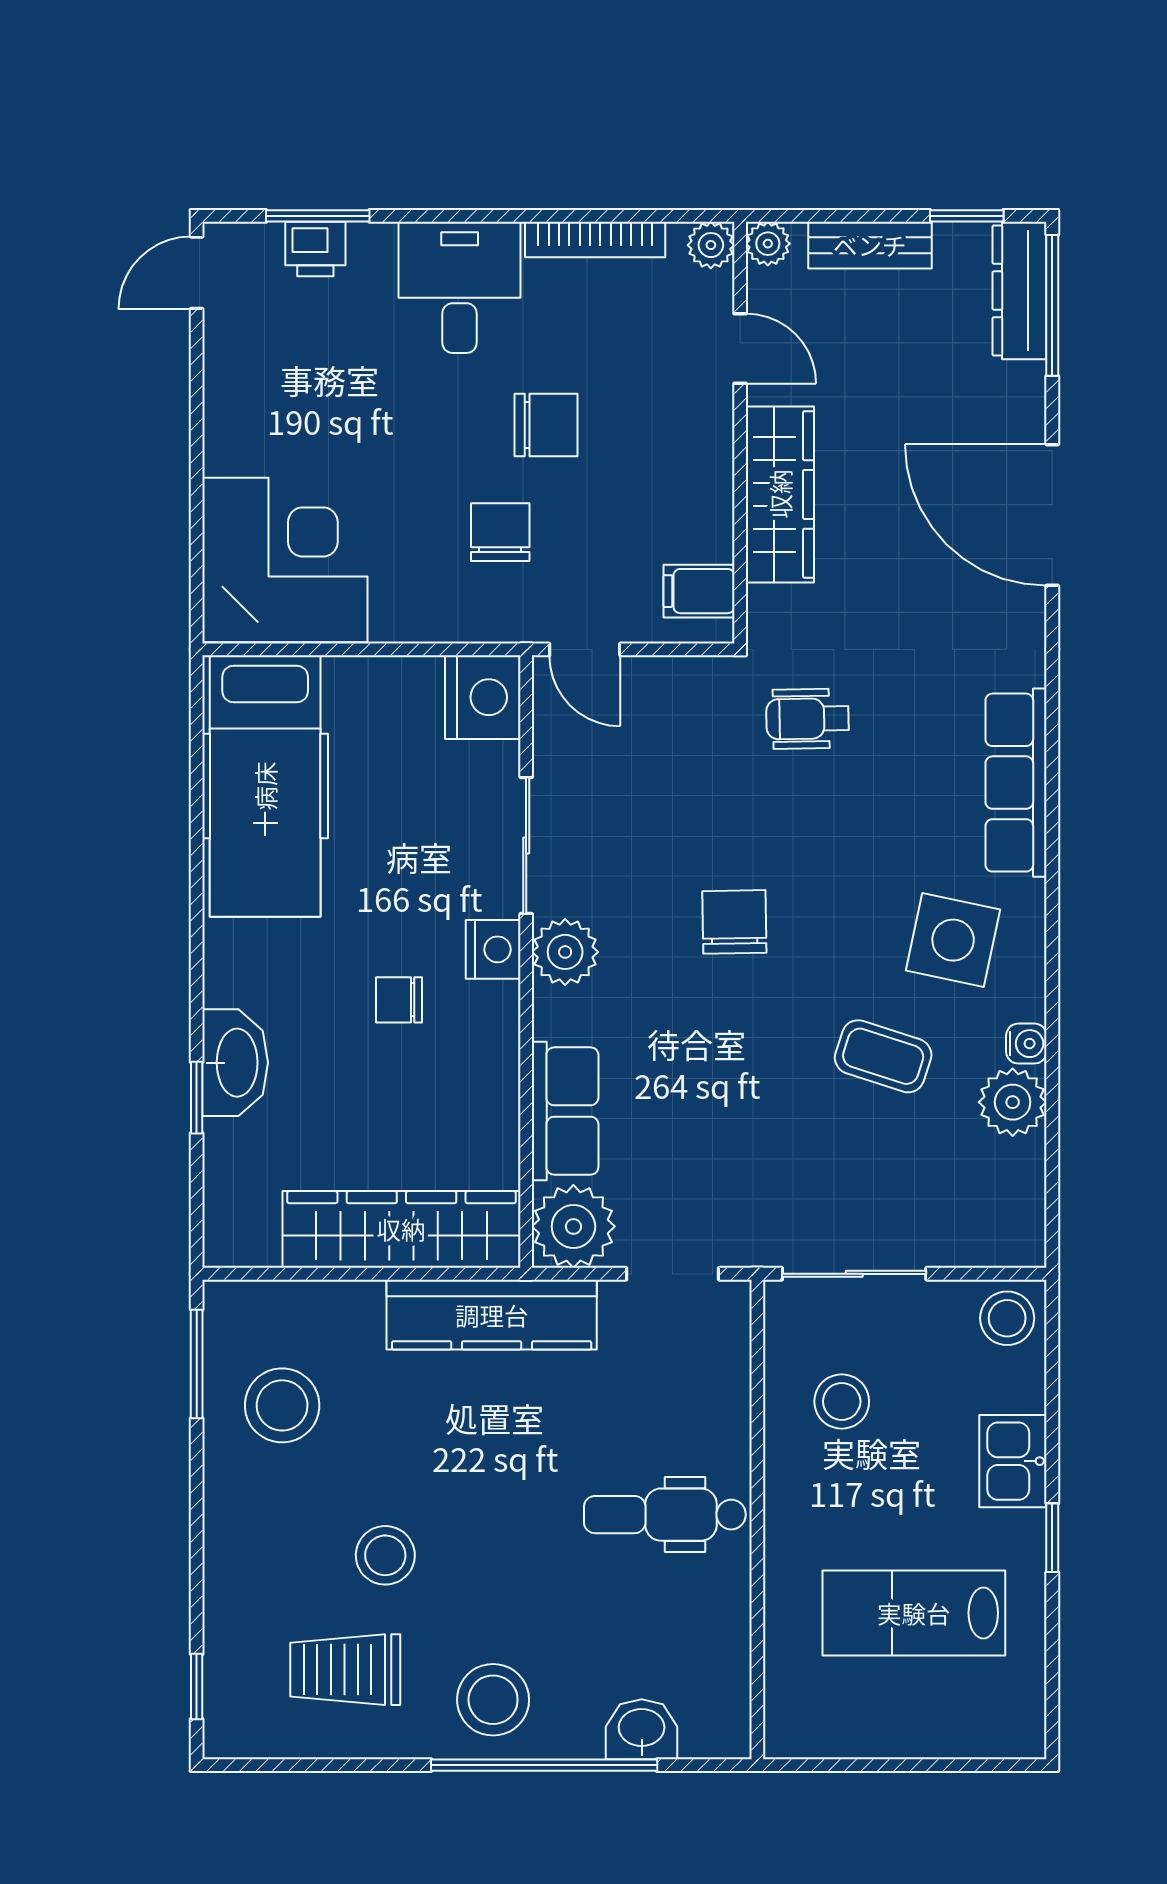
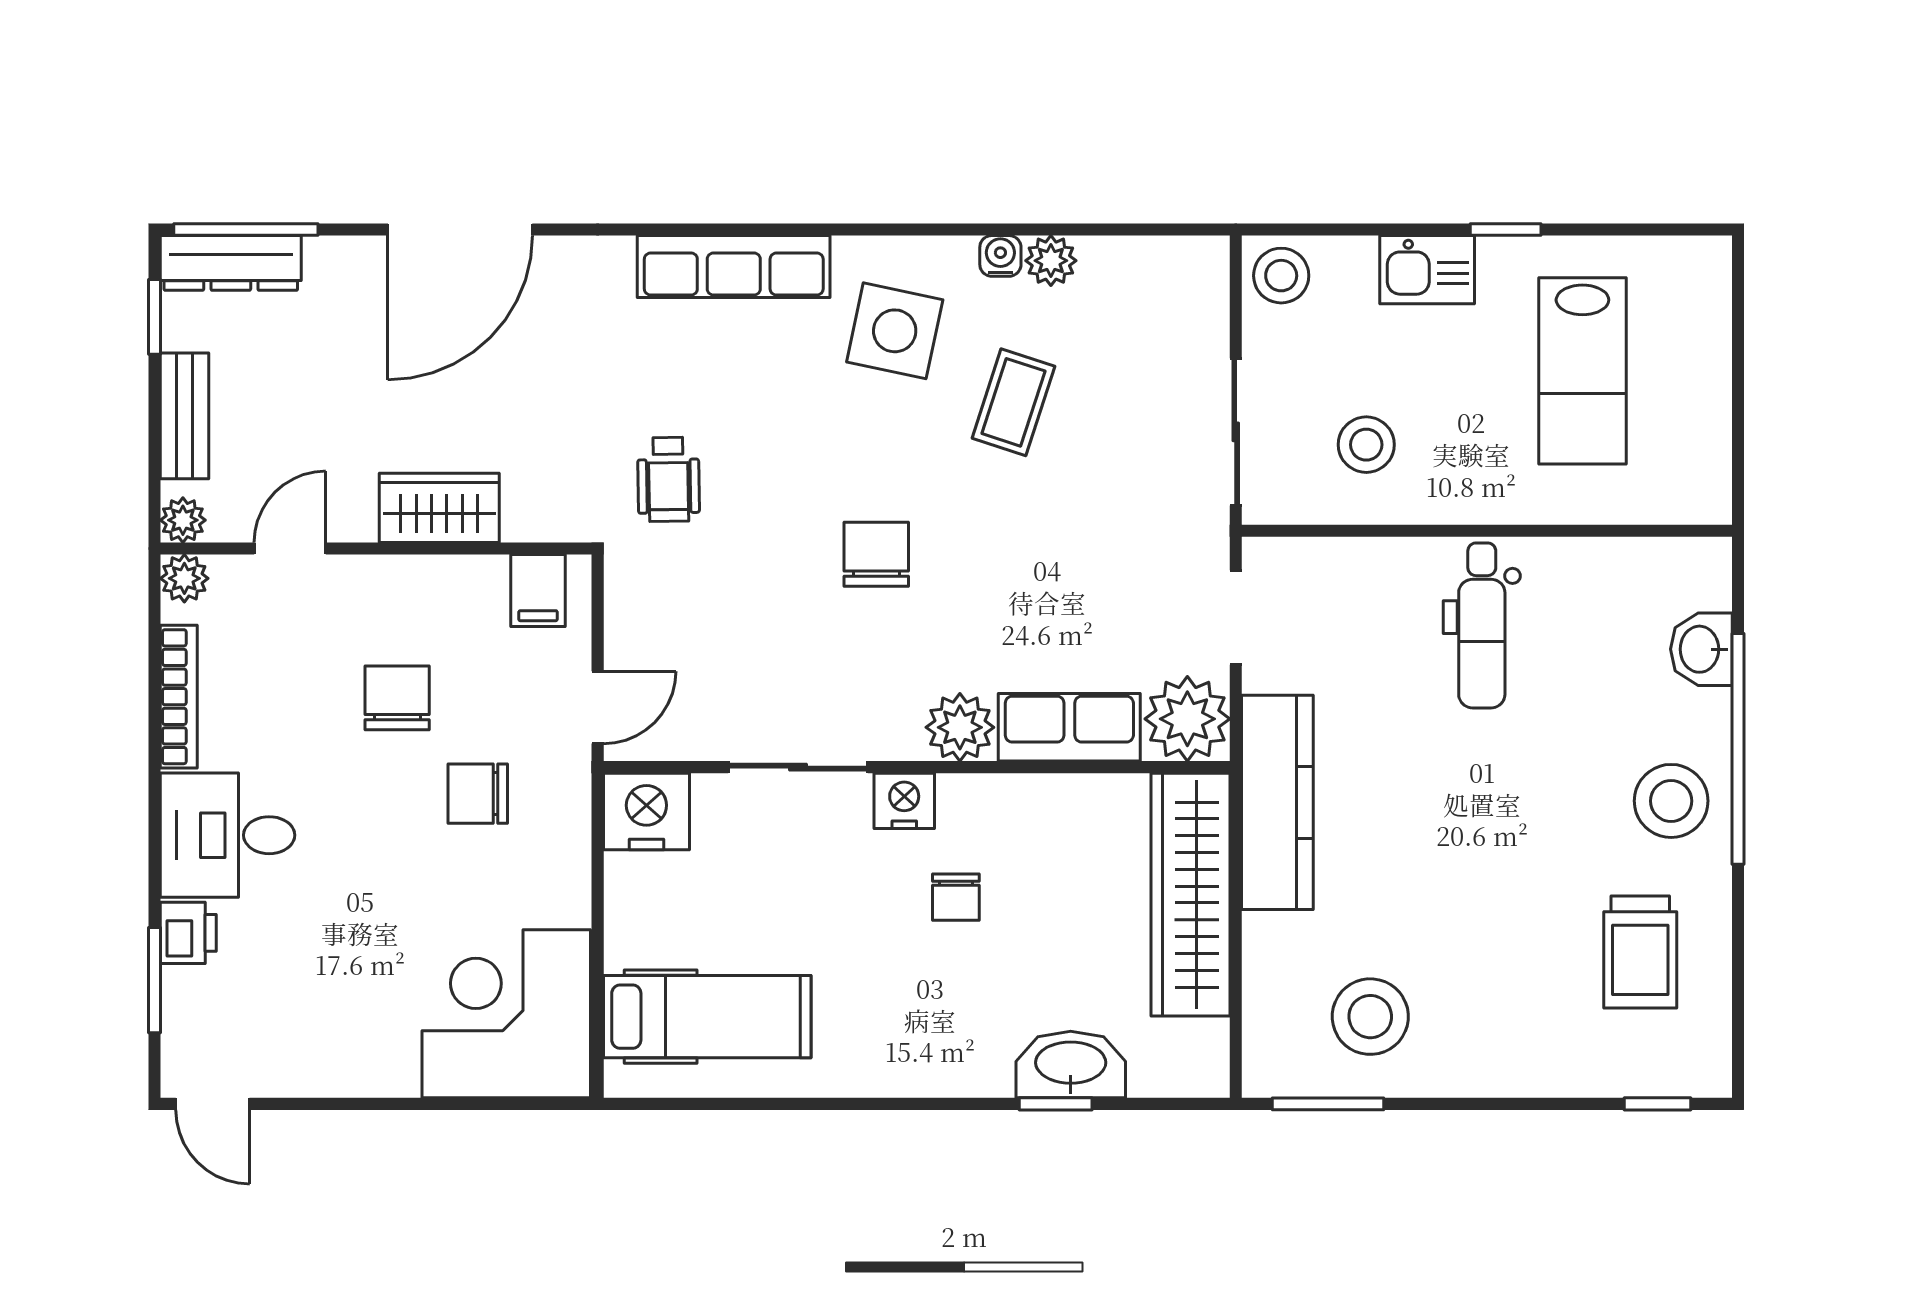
printer: (315, 249) -> (188, 933), moved
chair: (546, 425) -> (397, 698), moved
wardrobe: (780, 494) -> (439, 508), width x0.67
hospital bed: (265, 786) -> (707, 1017), width x0.73, depth x0.78
chair: (734, 922) -> (876, 554), turned 91
plant: (565, 952) -> (960, 727), moved
washbasin: (235, 1063) -> (1071, 1065), moved
plant: (1013, 1102) -> (1051, 261), width x0.73, depth x0.73
stool: (385, 1555) -> (1523, 911), removed

